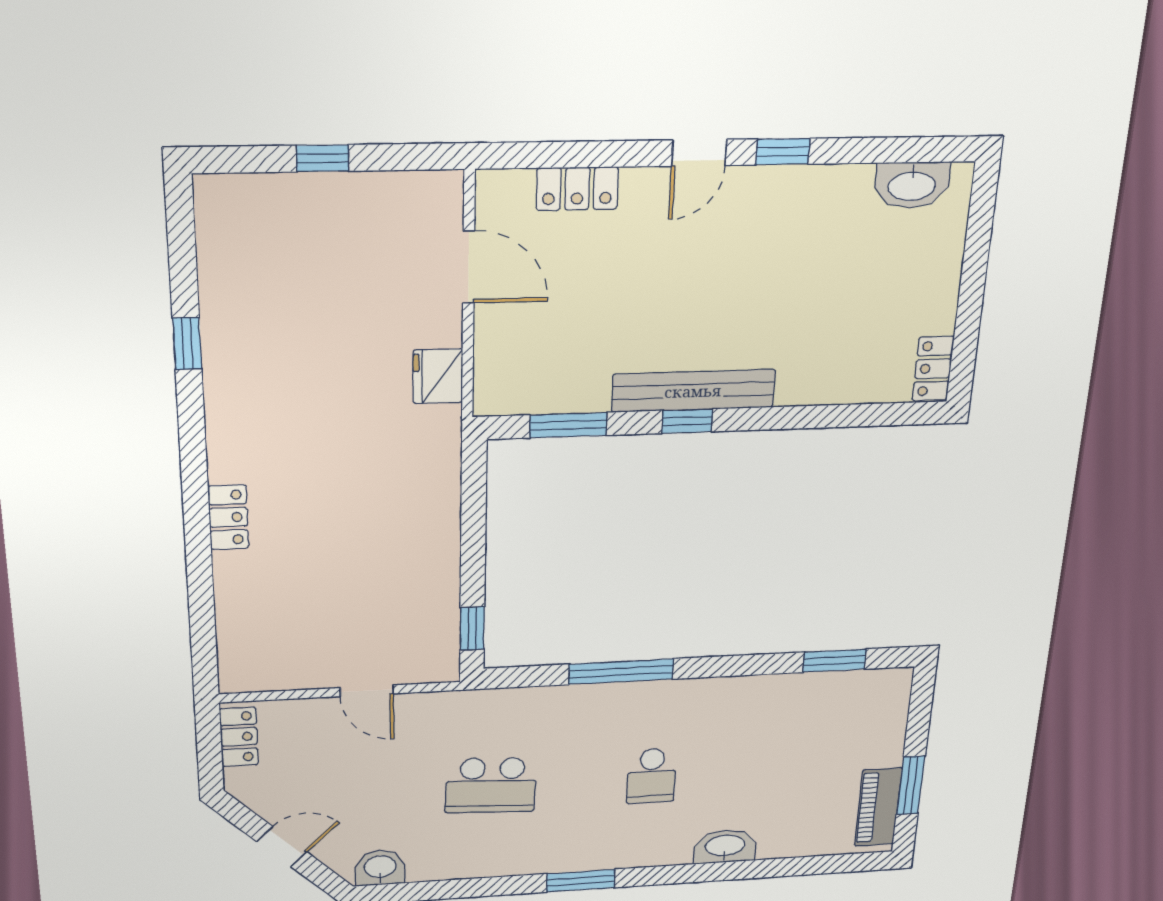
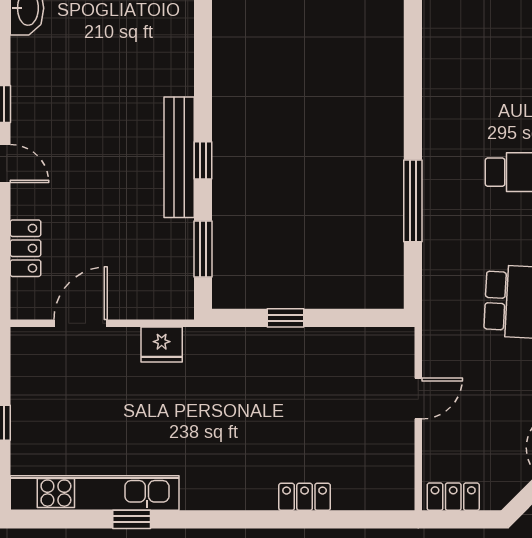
kitchen unit: (223, 292) -> (95, 493), added
locker: (228, 517) -> (305, 497), moved
window: (472, 628) -> (286, 318), moved
window: (835, 661) -> (413, 30), removed

